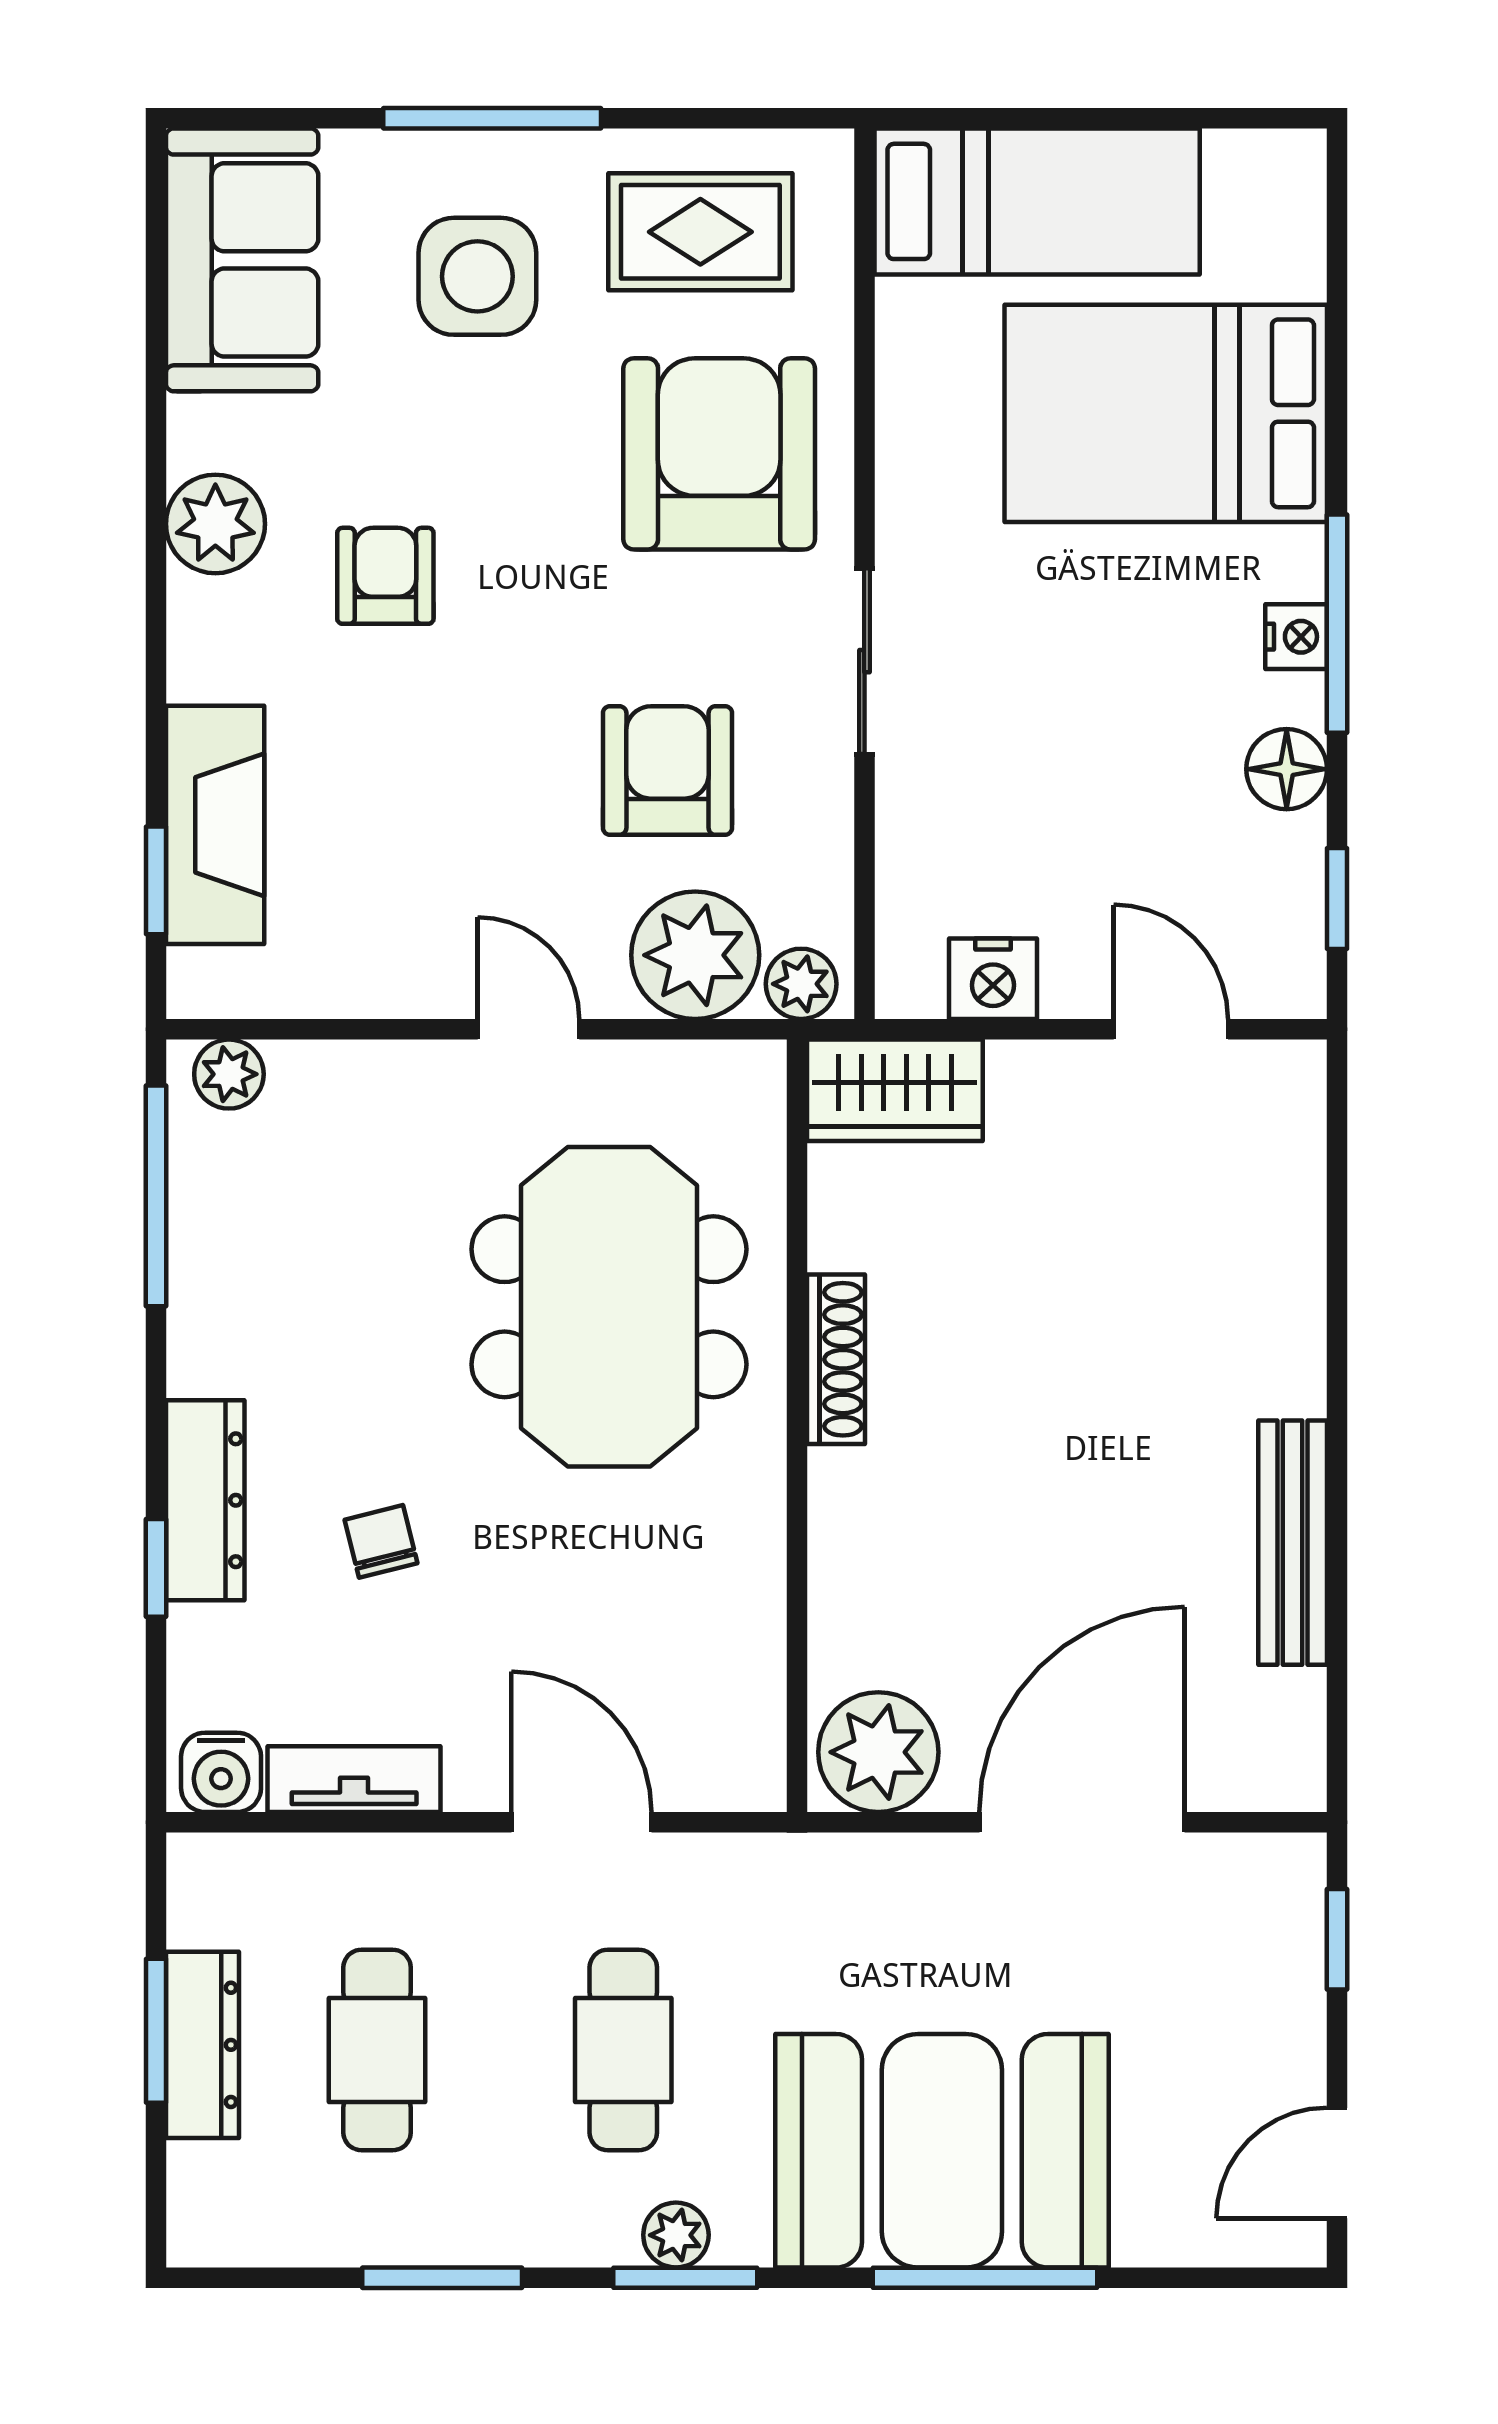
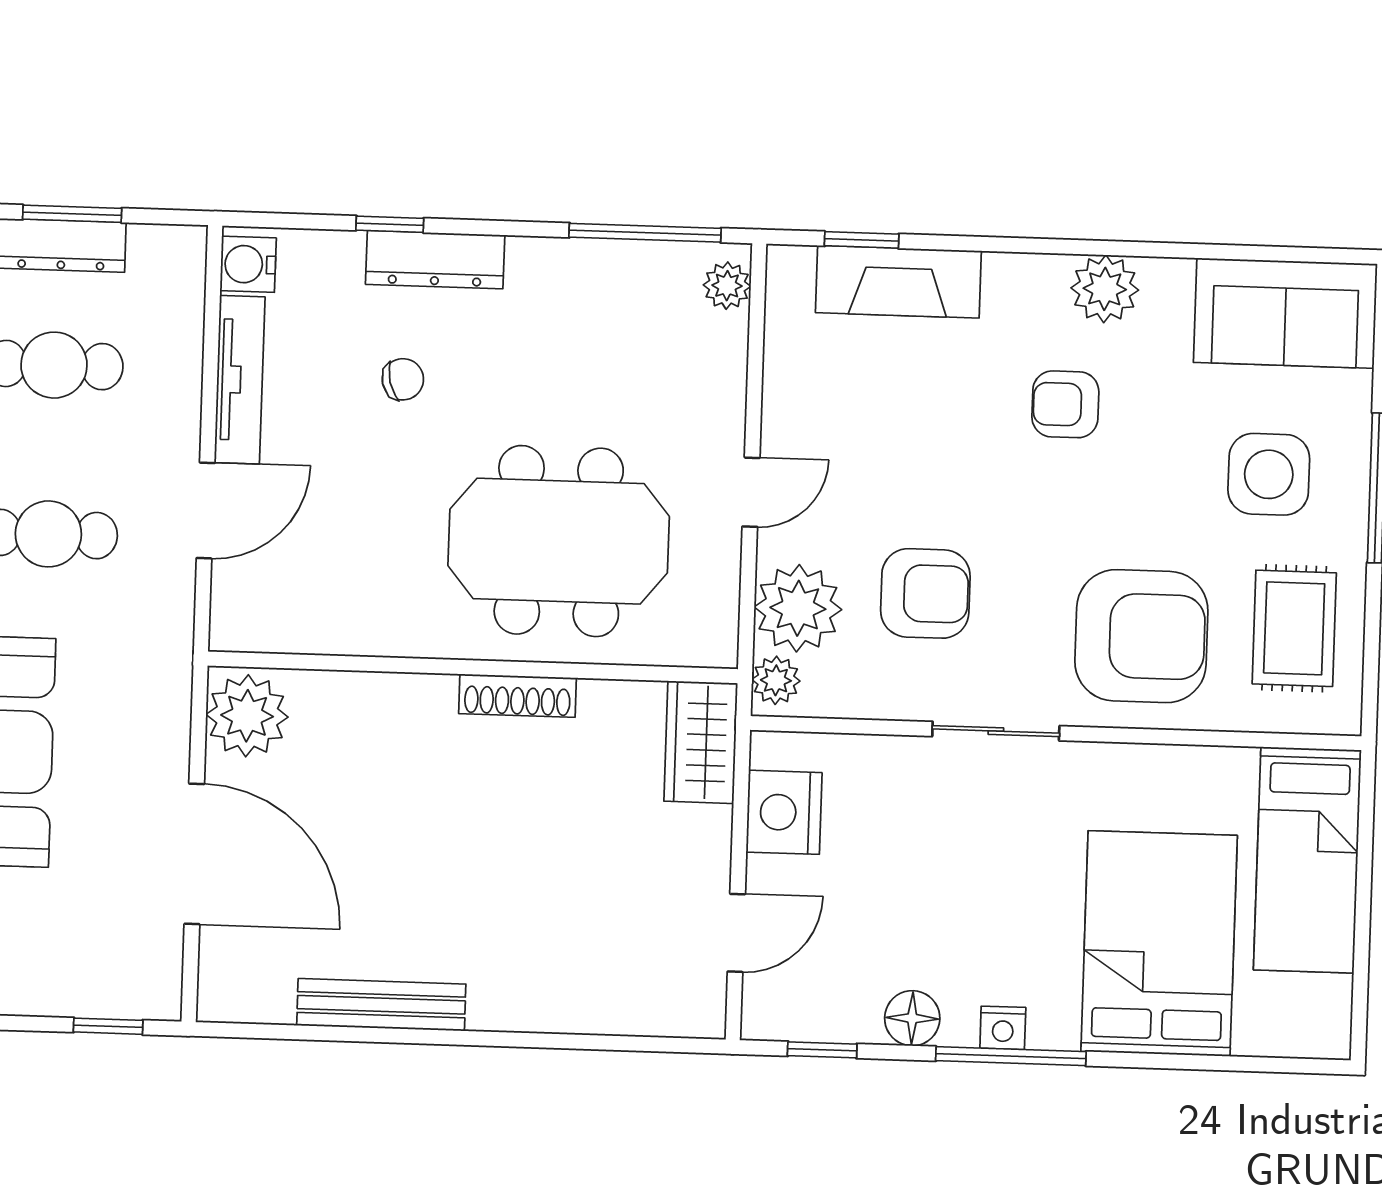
armchair: (385, 576) -> (1065, 404), turned 180
nightstand: (993, 979) -> (784, 812), width x1.36, depth x1.33
tv unit: (354, 1779) -> (240, 380), width x1.41

